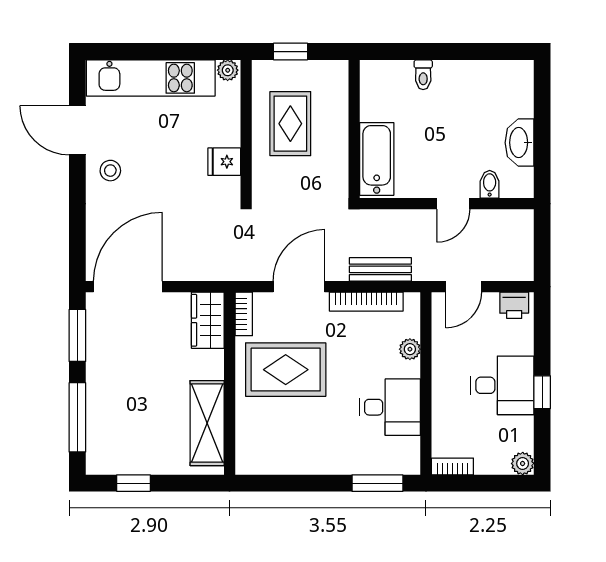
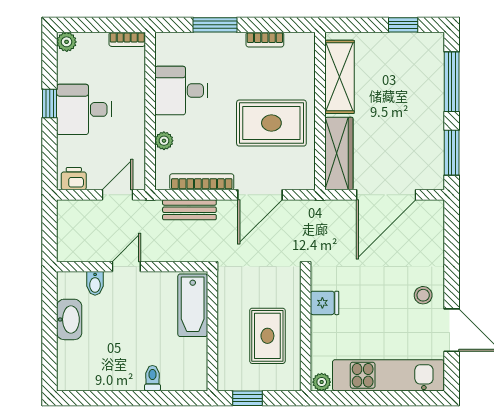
window: (291, 52) -> (247, 398), moved
door: (128, 287) -> (386, 195), moved
bookcase: (244, 314) -> (265, 40), moved, turned -90
wardrobe: (208, 320) -> (339, 154), width x1.50
window: (377, 483) -> (215, 25), moved

